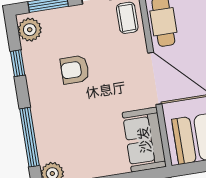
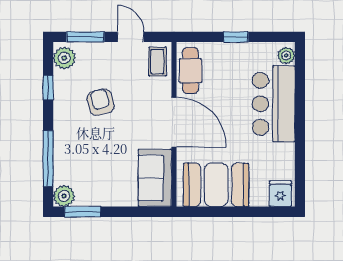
armchair: (75, 70) -> (101, 102), turned 76

